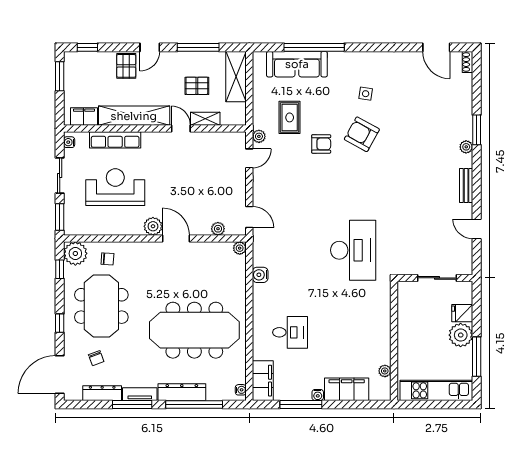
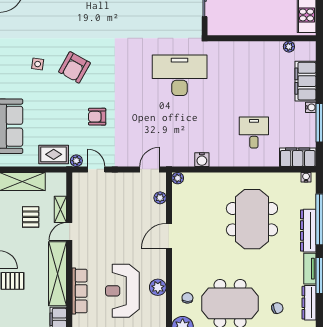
rug: (290, 117) -> (54, 154), moved
armchair: (321, 144) -> (97, 117), moved, turned -90
plant: (153, 226) -> (158, 287), moved
meeting table: (194, 330) -> (252, 219), width x0.73

